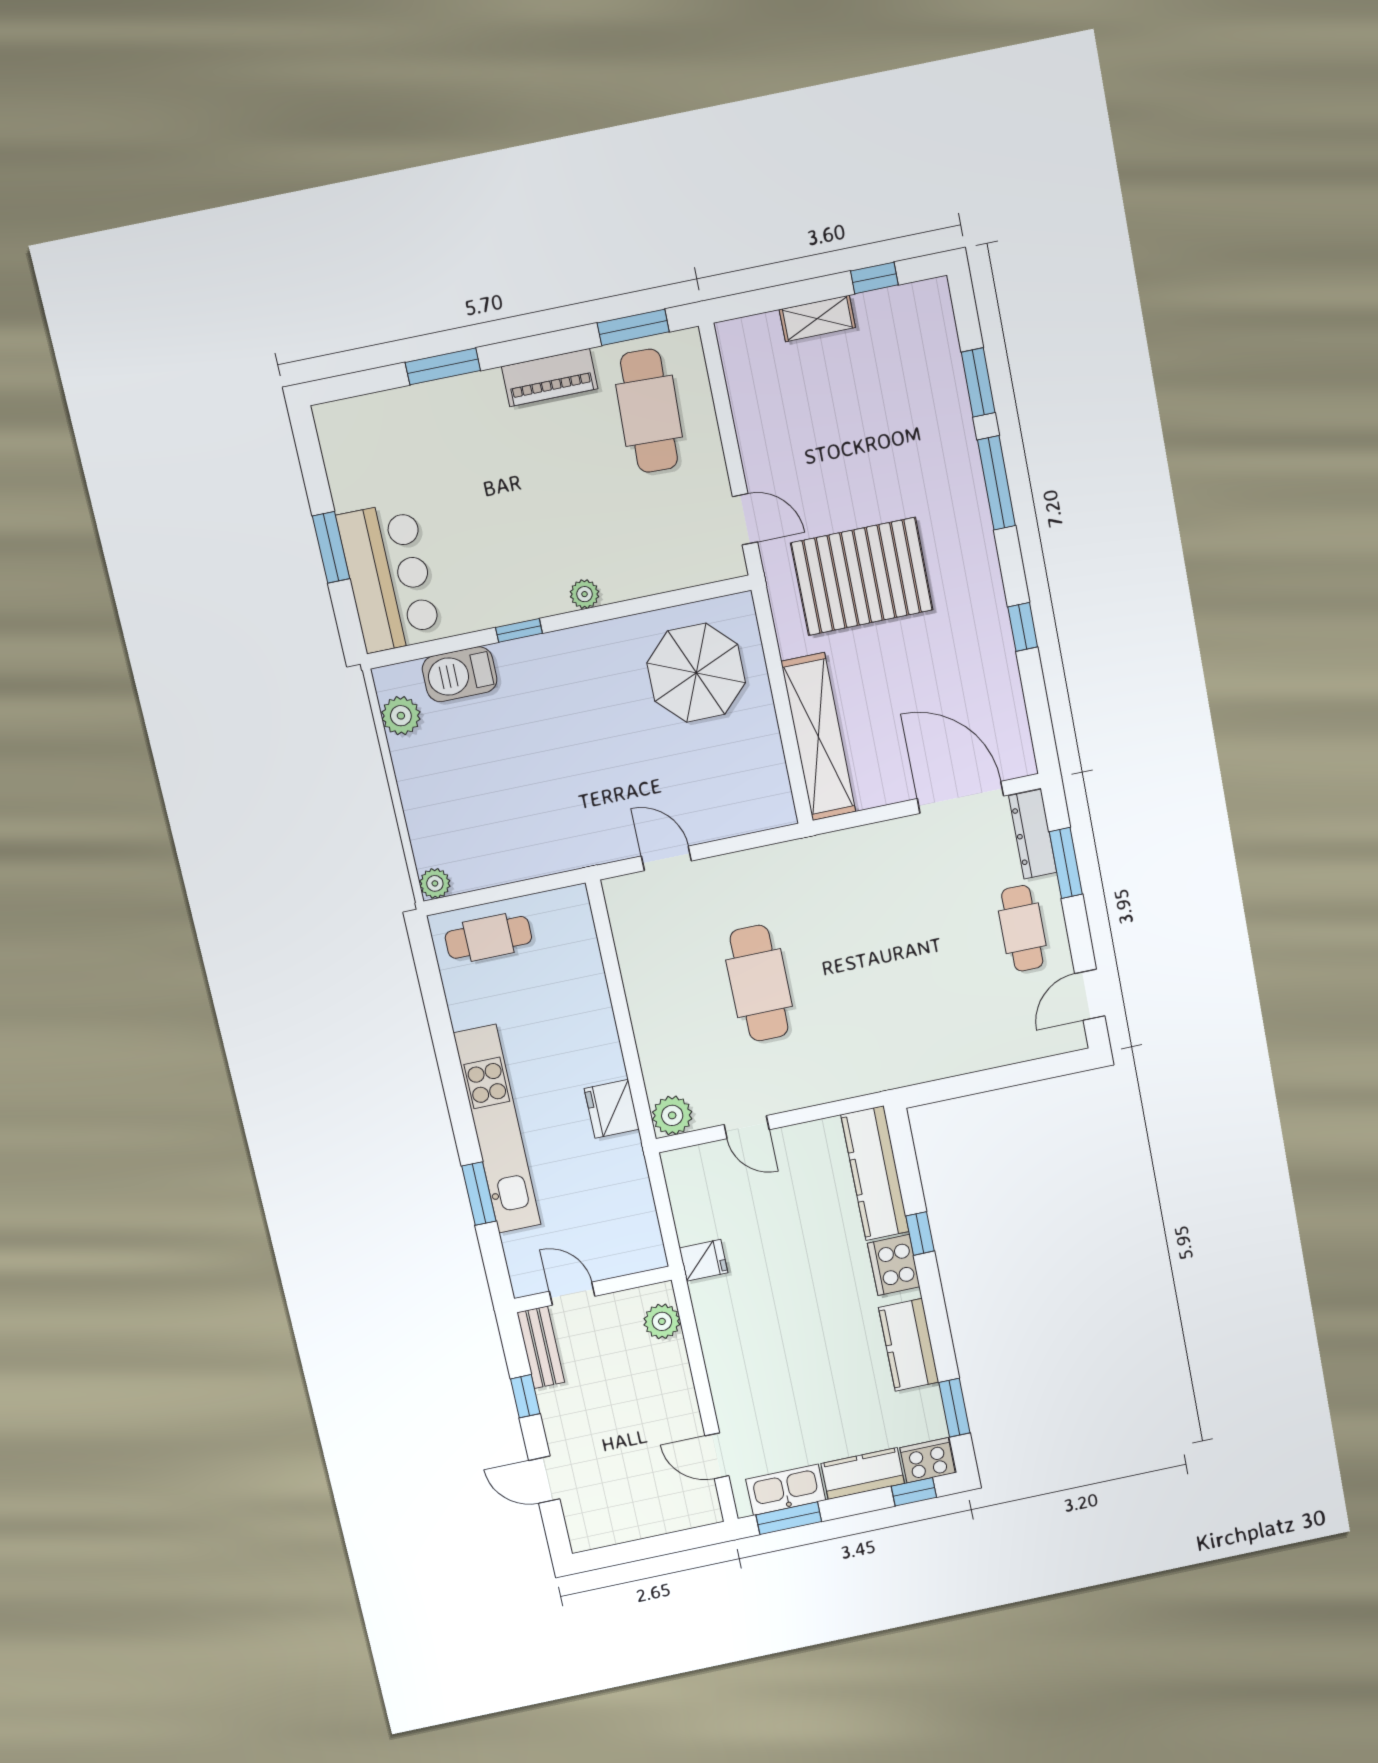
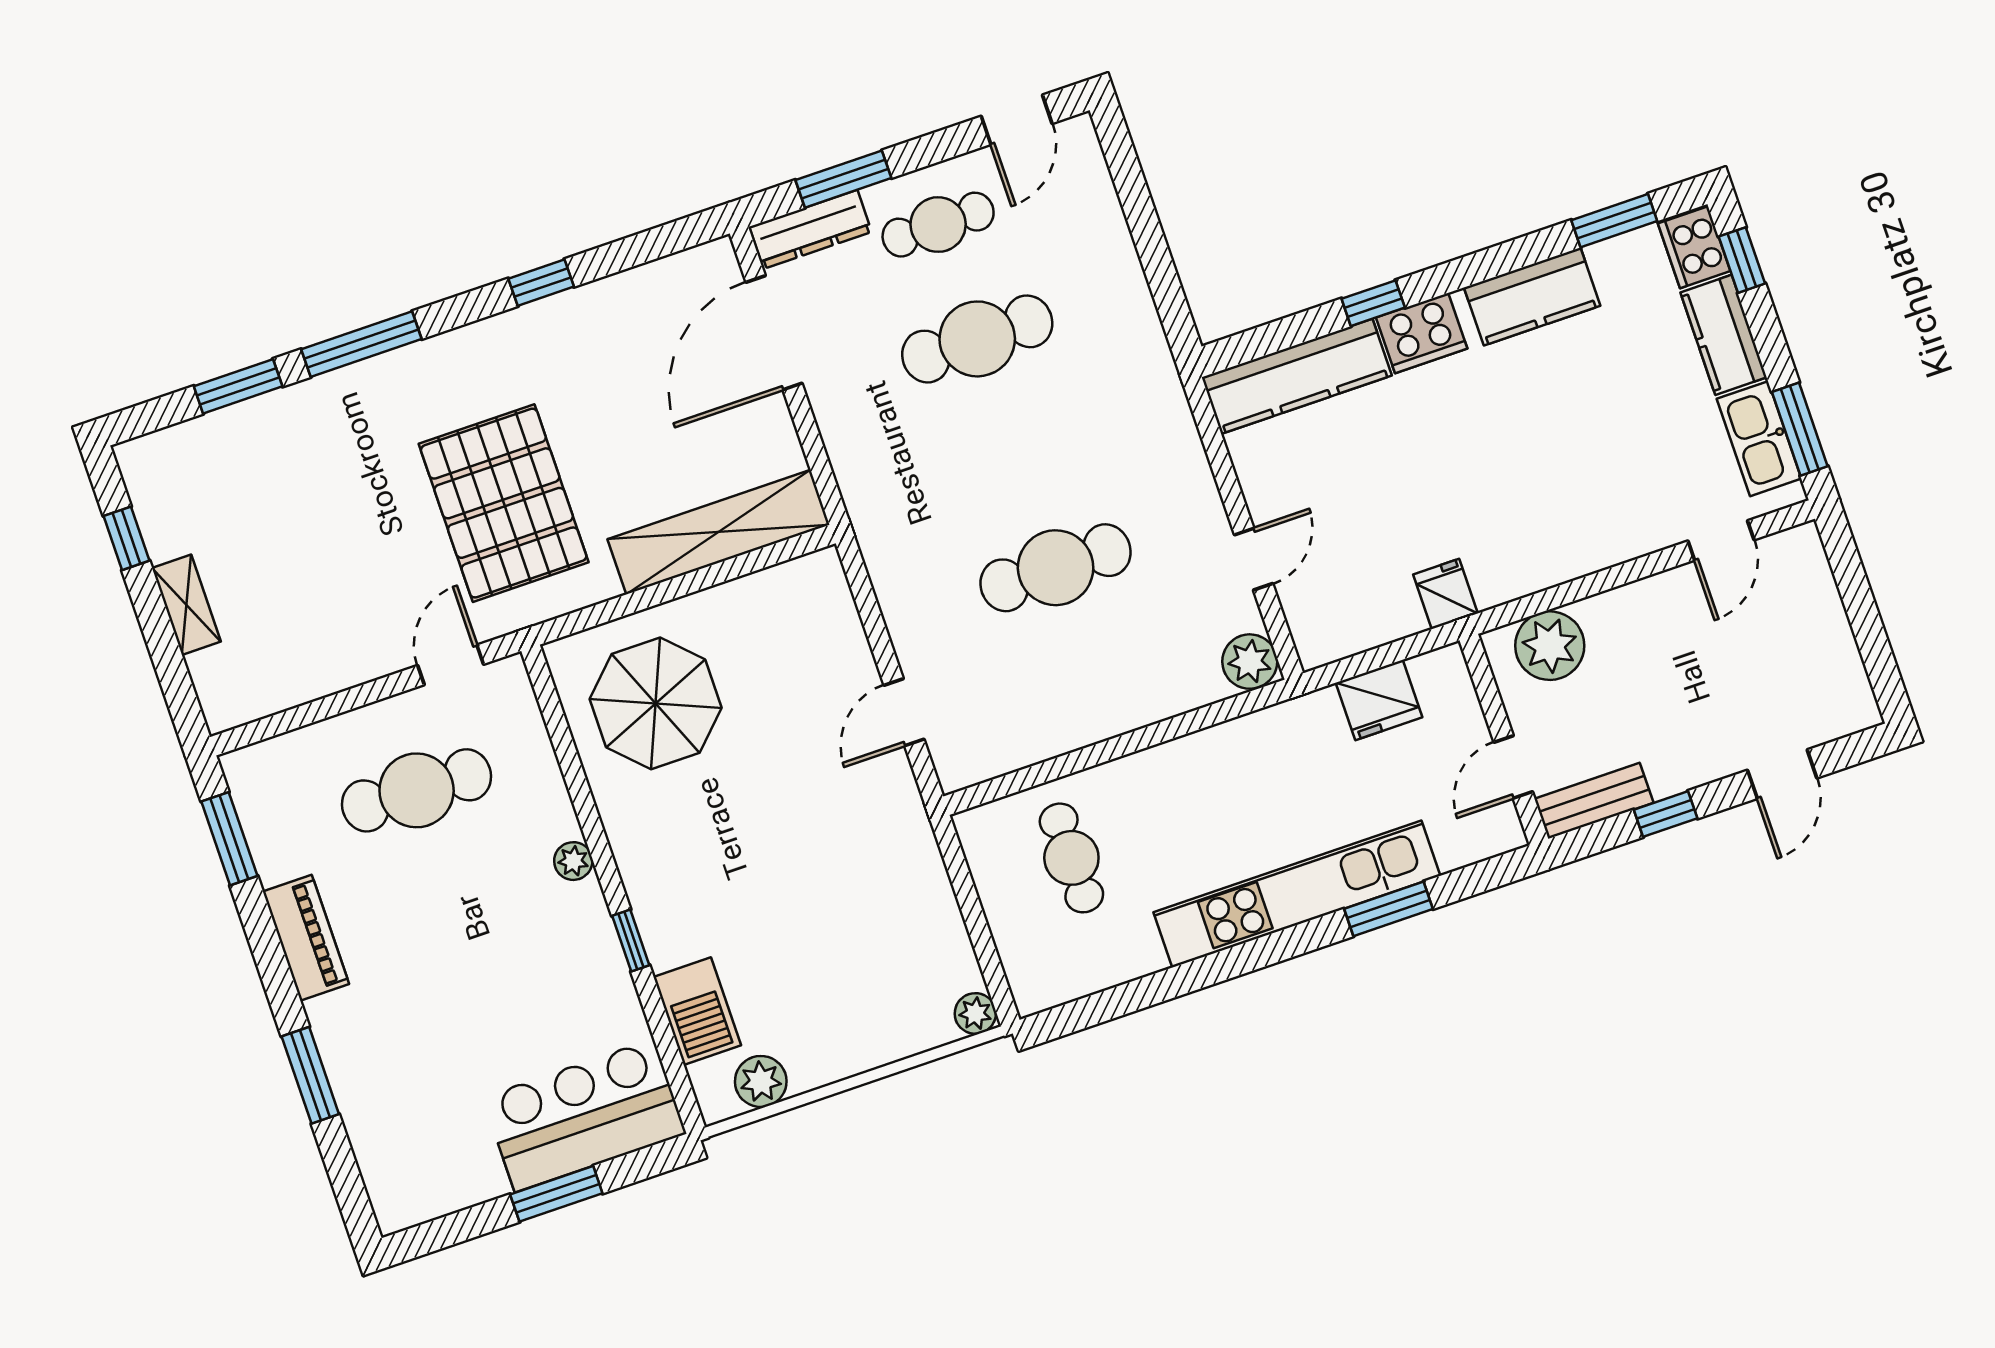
cafe table: (649, 411) -> (417, 790), moved
cafe table: (488, 937) -> (1071, 858), moved
cafe table: (935, 947) -> (977, 339), added
door: (1090, 995) -> (1017, 120), hinge flipped
fridge: (612, 1109) -> (1379, 700), moved
plant: (662, 1321) -> (1550, 646), width x1.36, depth x1.36

